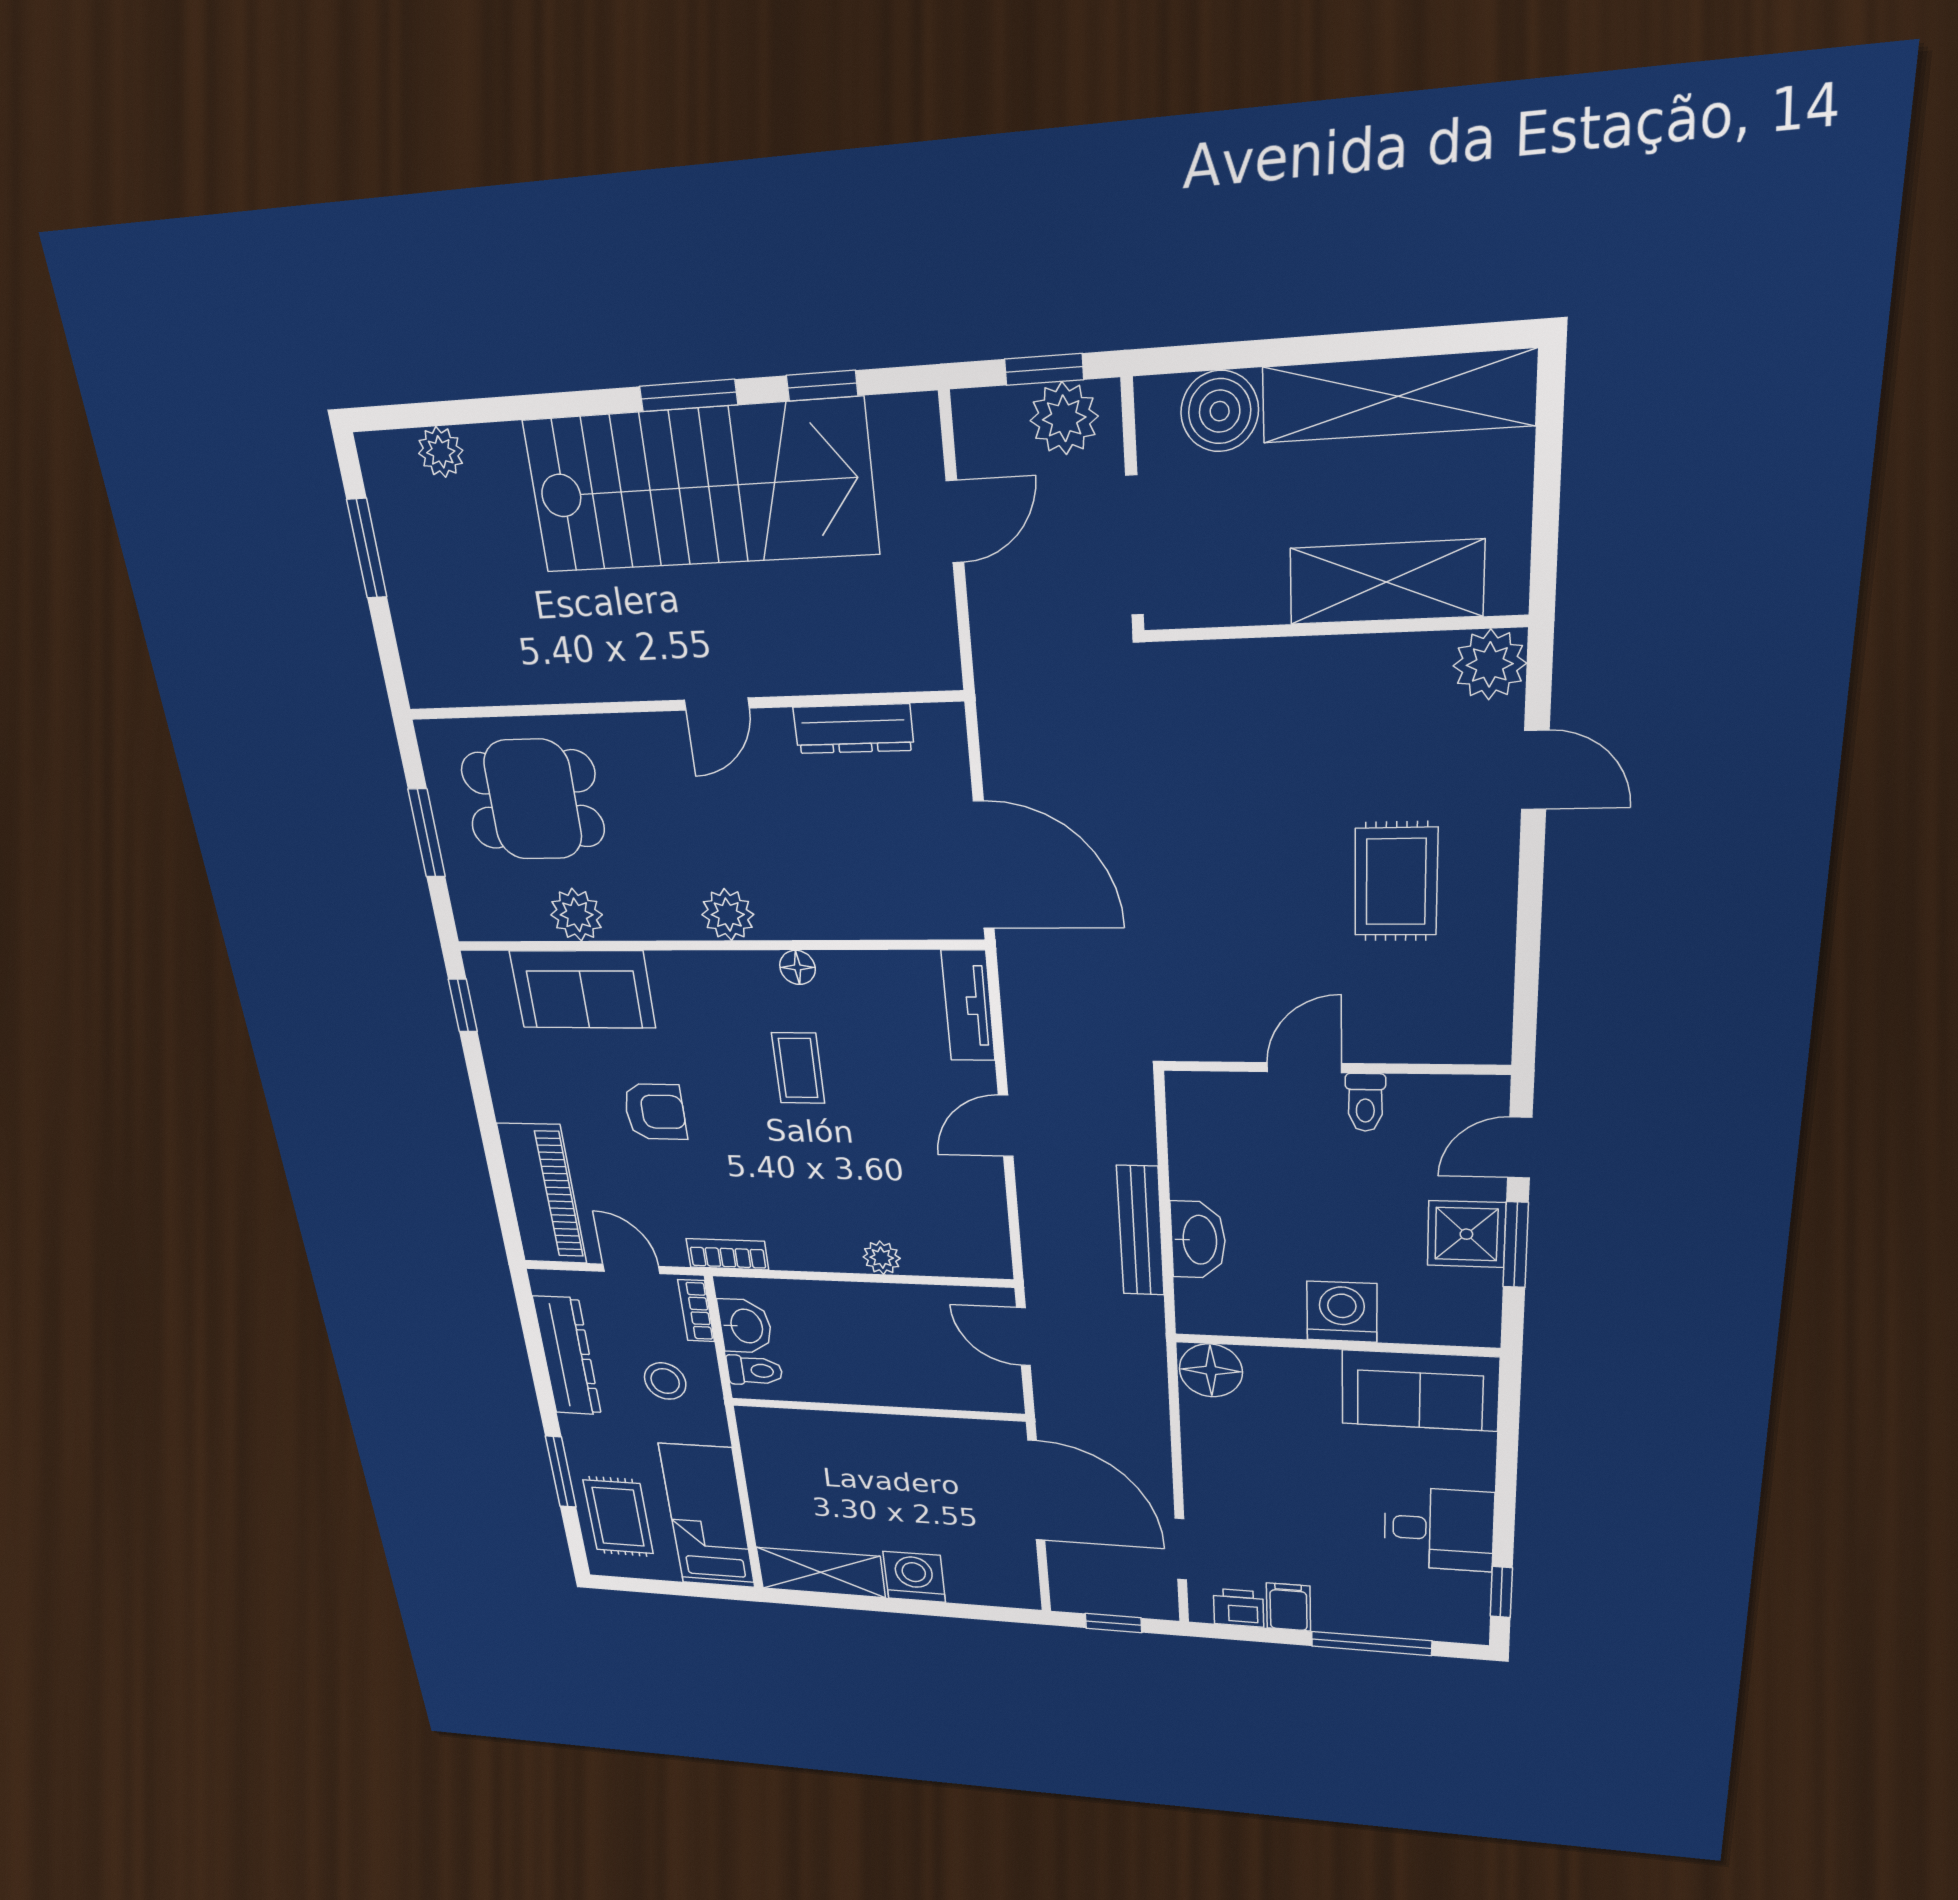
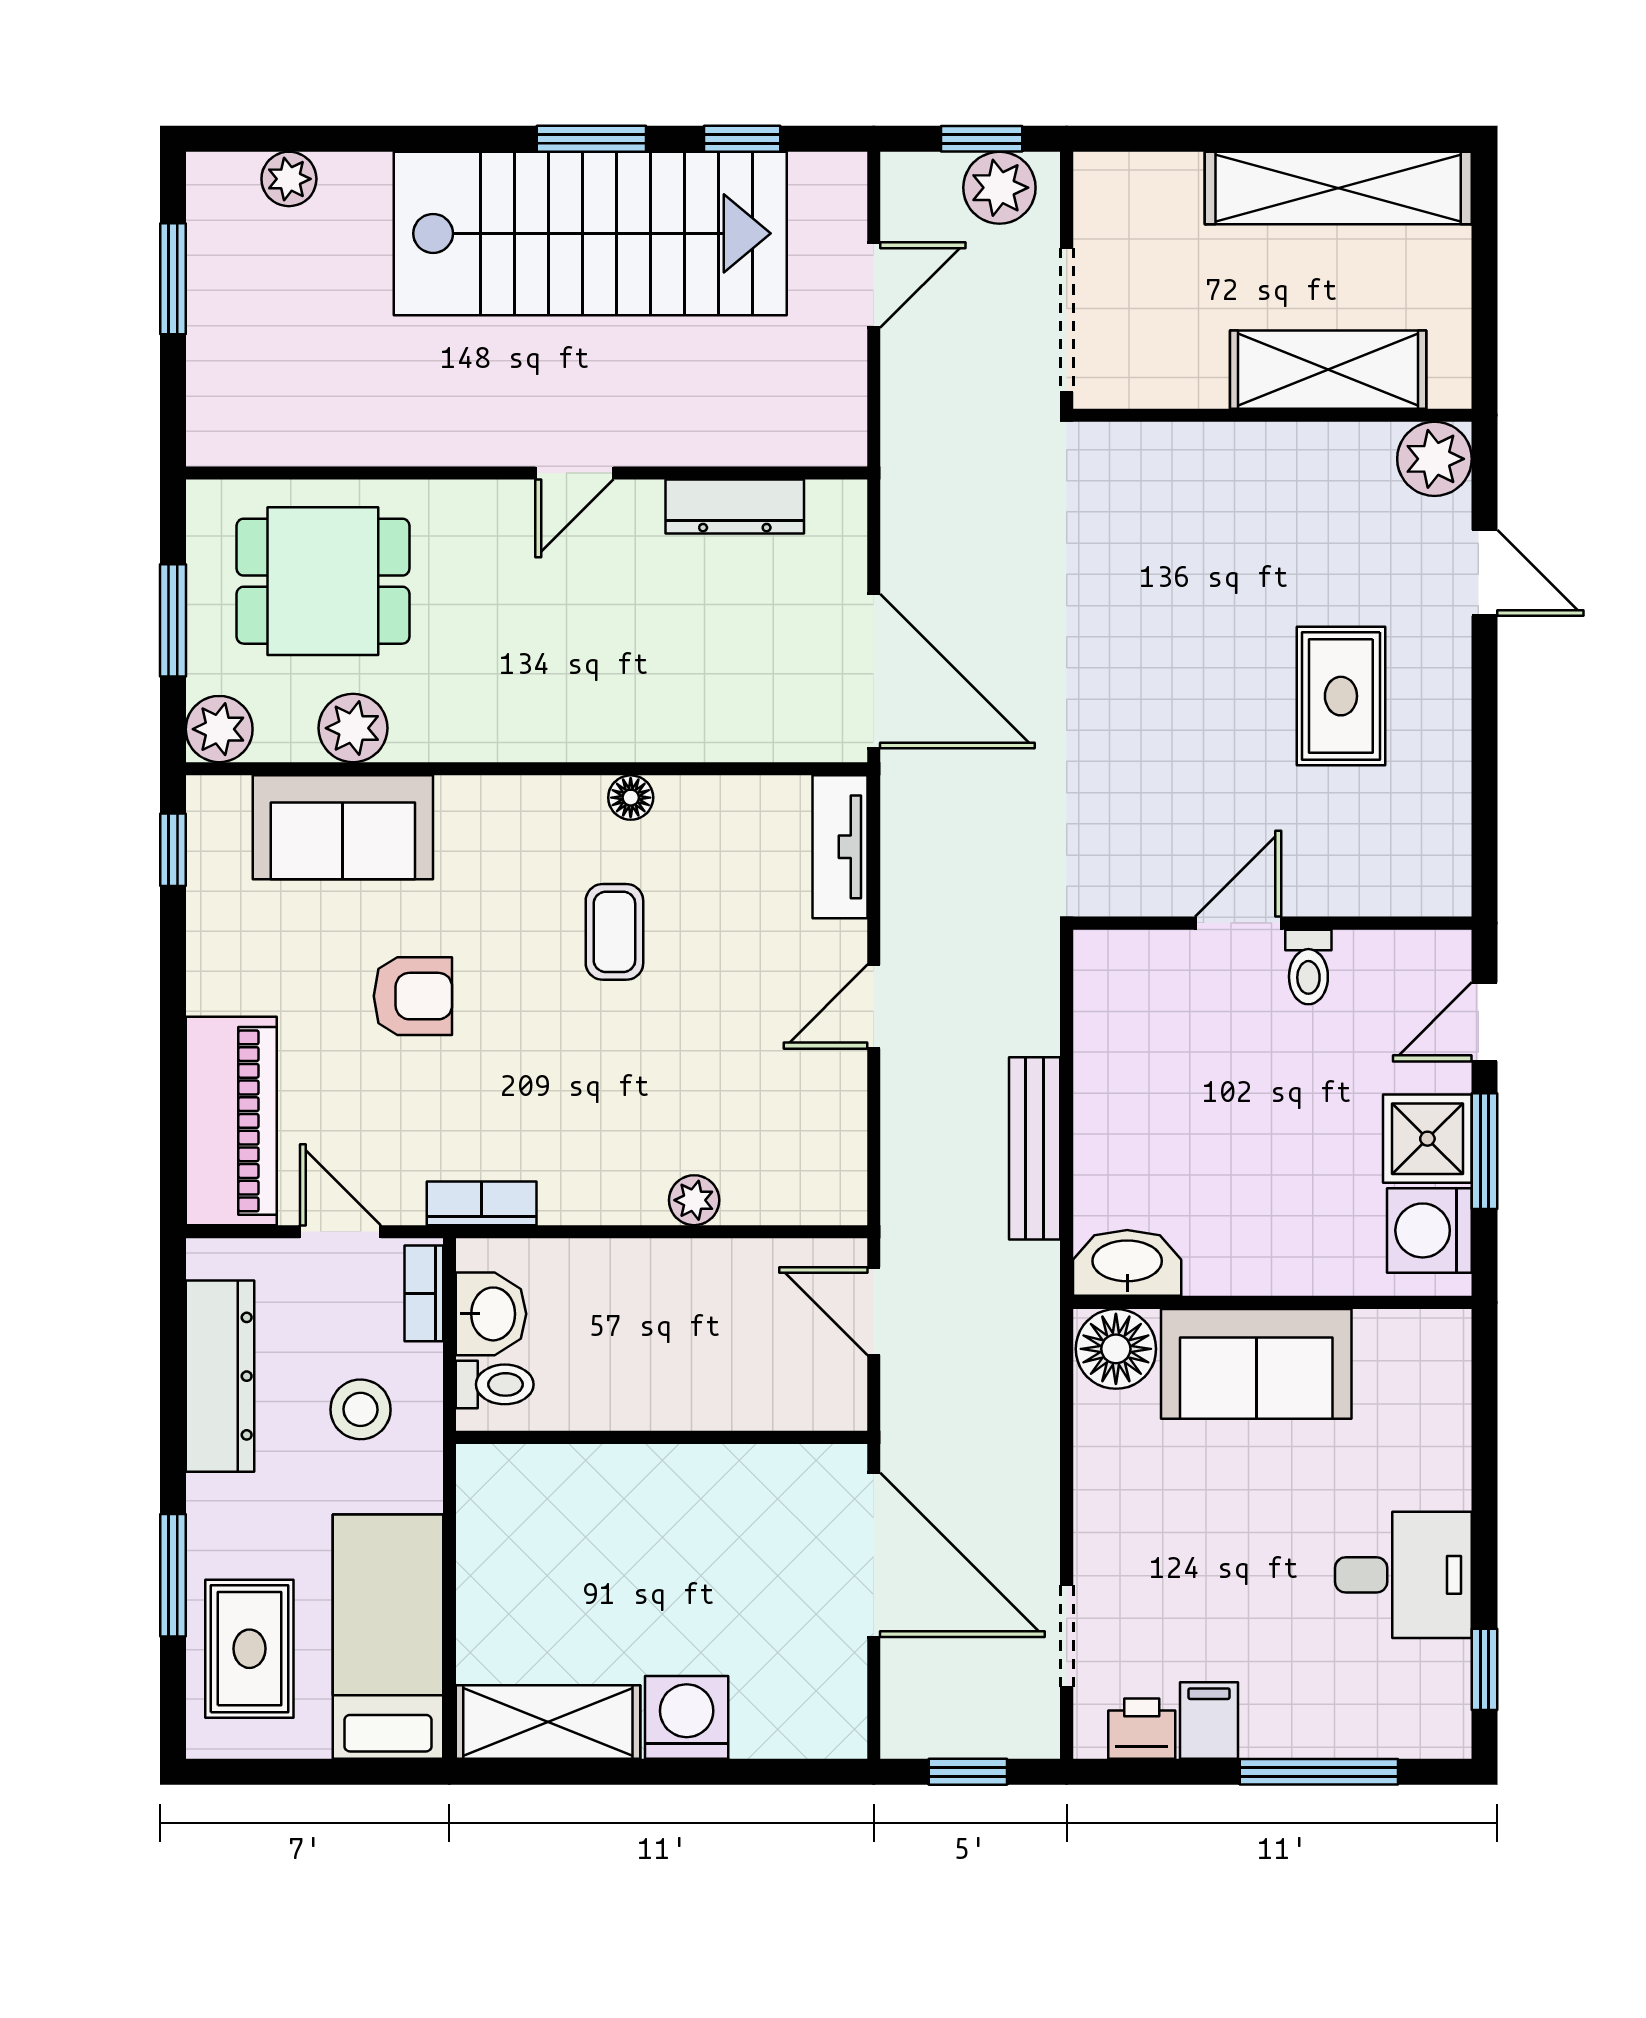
boiler: (1220, 411) -> (1160, 191), removed
plant: (728, 915) -> (219, 729), moved
washbasin: (1198, 1240) -> (1127, 1263), moved, turned -90
washing machine: (1342, 1312) -> (1429, 1230), moved, turned -90
sofa: (1420, 1391) -> (1256, 1364), moved

